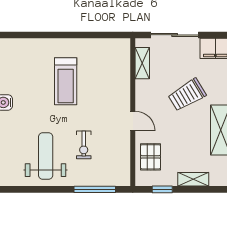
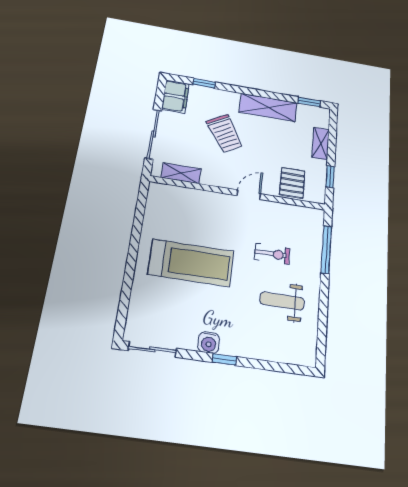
treadmill: (66, 81) -> (191, 263), width x1.37, depth x1.38
weight bench: (46, 156) -> (282, 301), width x0.73, depth x0.75
pallet: (151, 157) -> (292, 183), turned 90

